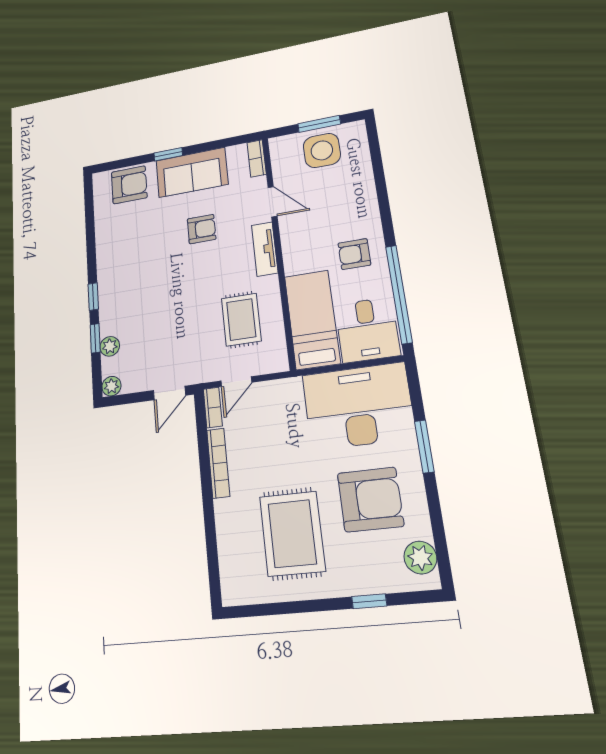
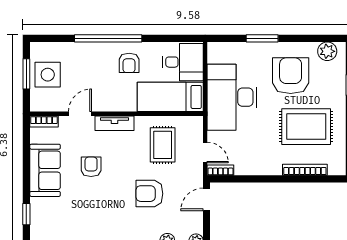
window: (168, 154) -> (26, 214), moved
armchair: (129, 185) -> (149, 194), moved, turned -90
window: (399, 294) -> (108, 38), moved
rug: (241, 320) -> (163, 145), turned 90
door: (169, 393) -> (206, 199), swing flipped
desk: (358, 406) -> (232, 97), moved
bookcase: (218, 463) -> (305, 170), moved

